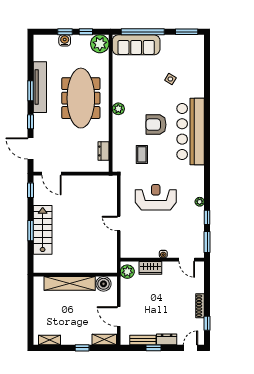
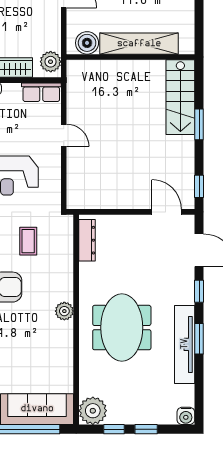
water cooler: (65, 40) -> (186, 416), moved
meeting table: (81, 98) -> (122, 328), width x0.73
dresser: (104, 151) -> (87, 240), width x1.44
stairs: (43, 230) -> (180, 97), moved
row of seats: (133, 252) -> (41, 92), added

